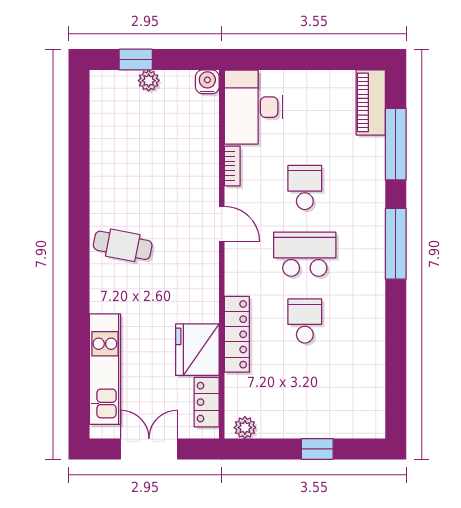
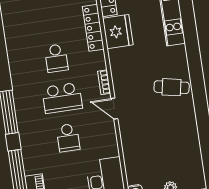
bookcase: (232, 166) -> (104, 82), moved
locker: (237, 334) -> (93, 28), moved

